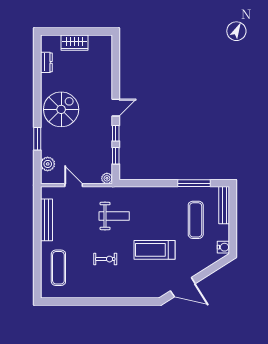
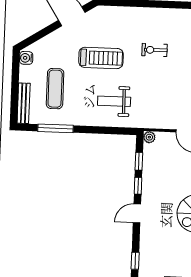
window: (116, 64) -> (135, 261), added
weight bench: (114, 216) -> (114, 101), moved

